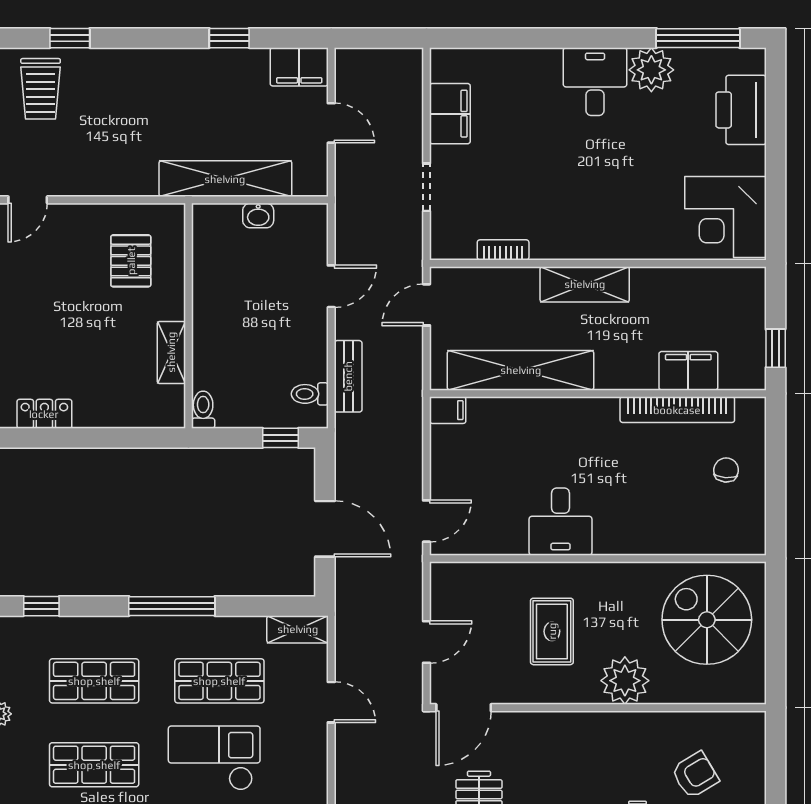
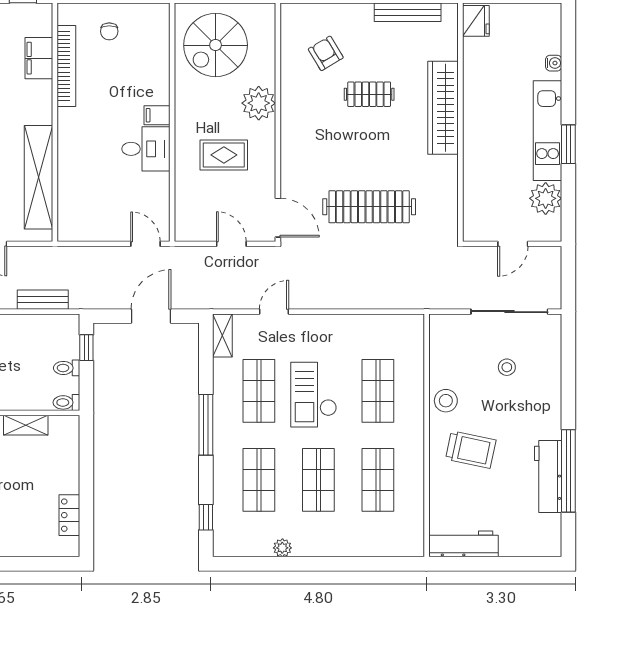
toilet: (310, 394) -> (67, 368), moved, turned 90
filing cabinet: (448, 410) -> (157, 115), moved, turned -90
chair: (726, 470) -> (109, 31), turned -95

